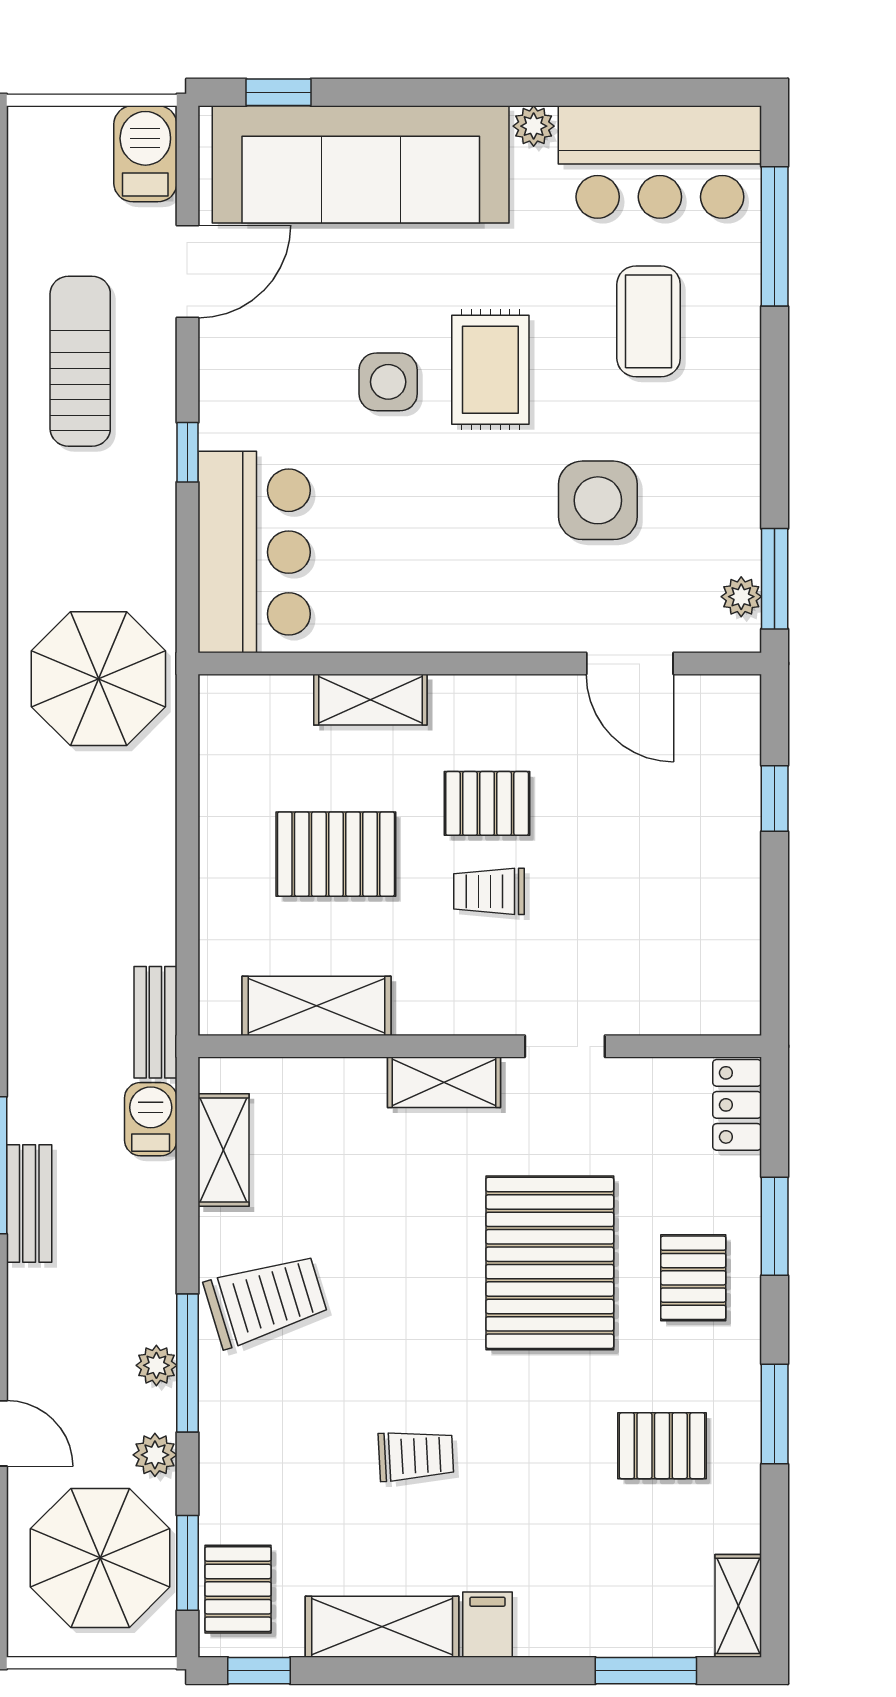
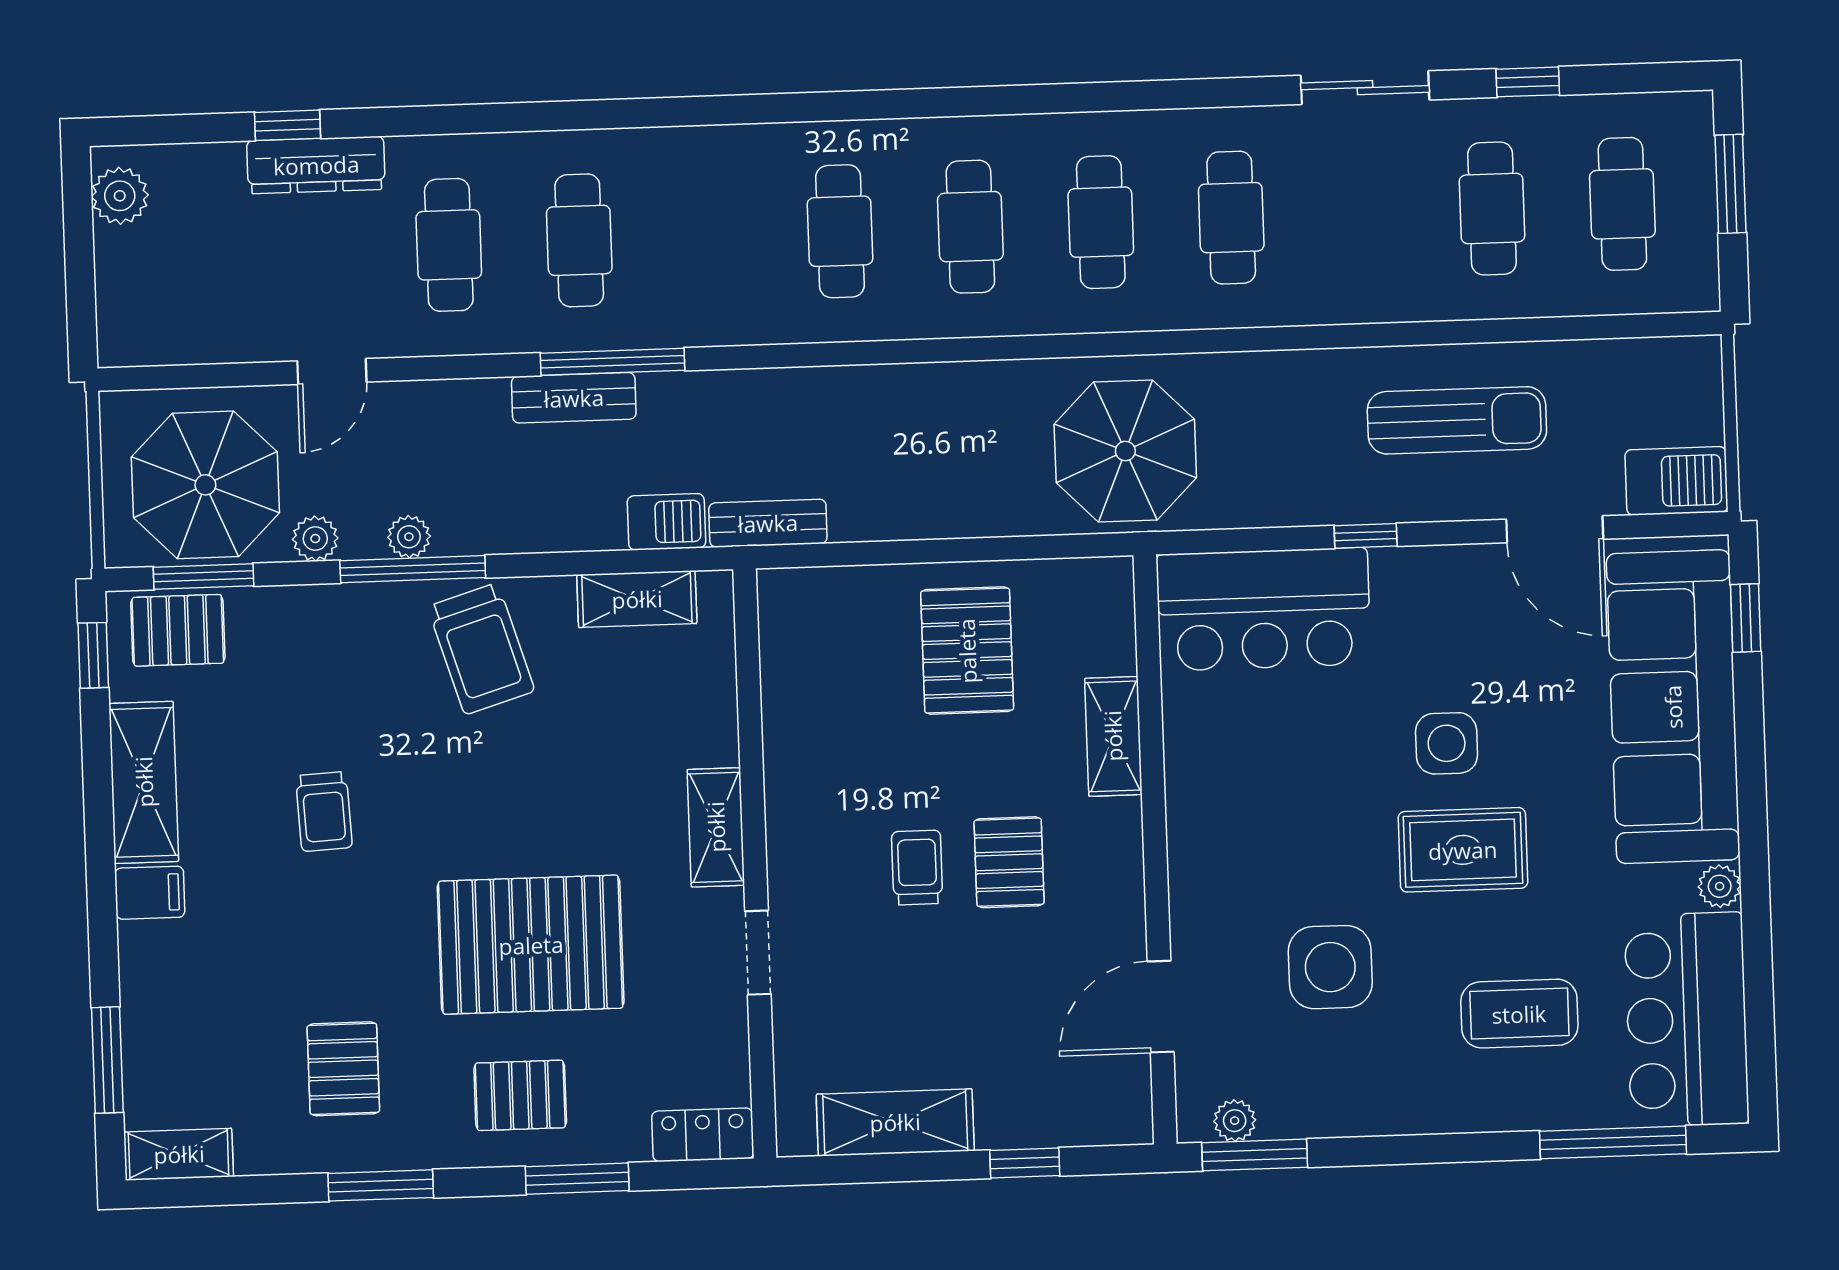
pallet: (336, 854) -> (967, 651), moved
shelving: (316, 1006) -> (895, 1122), moved, turned 90

